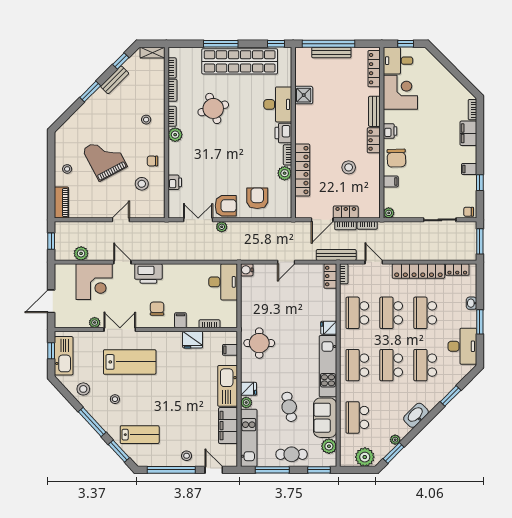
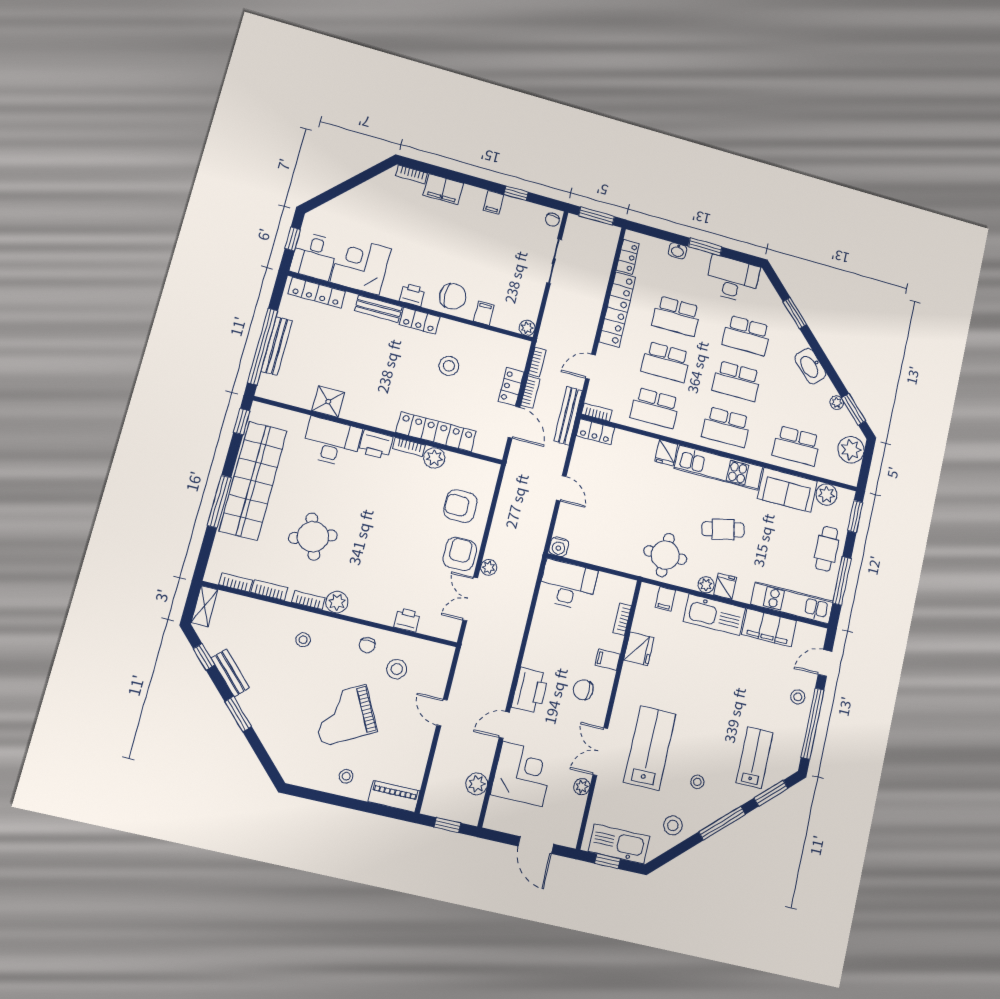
plant: (246, 403) -> (706, 585), moved
cafe table: (289, 407) -> (723, 529), moved

